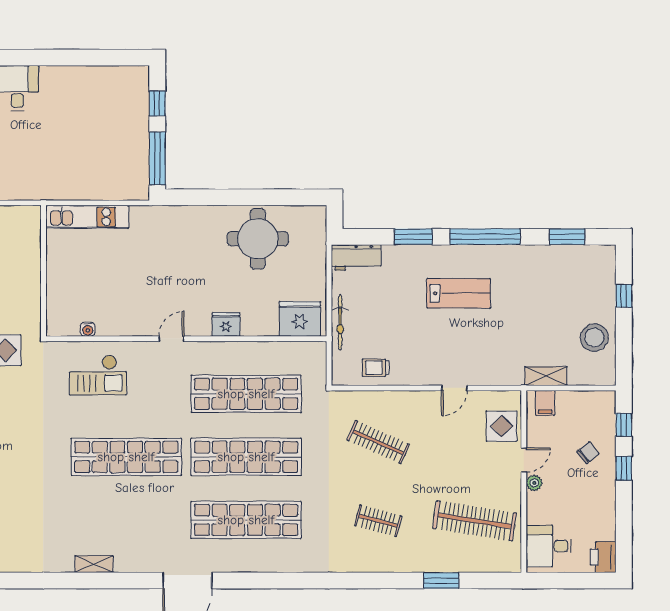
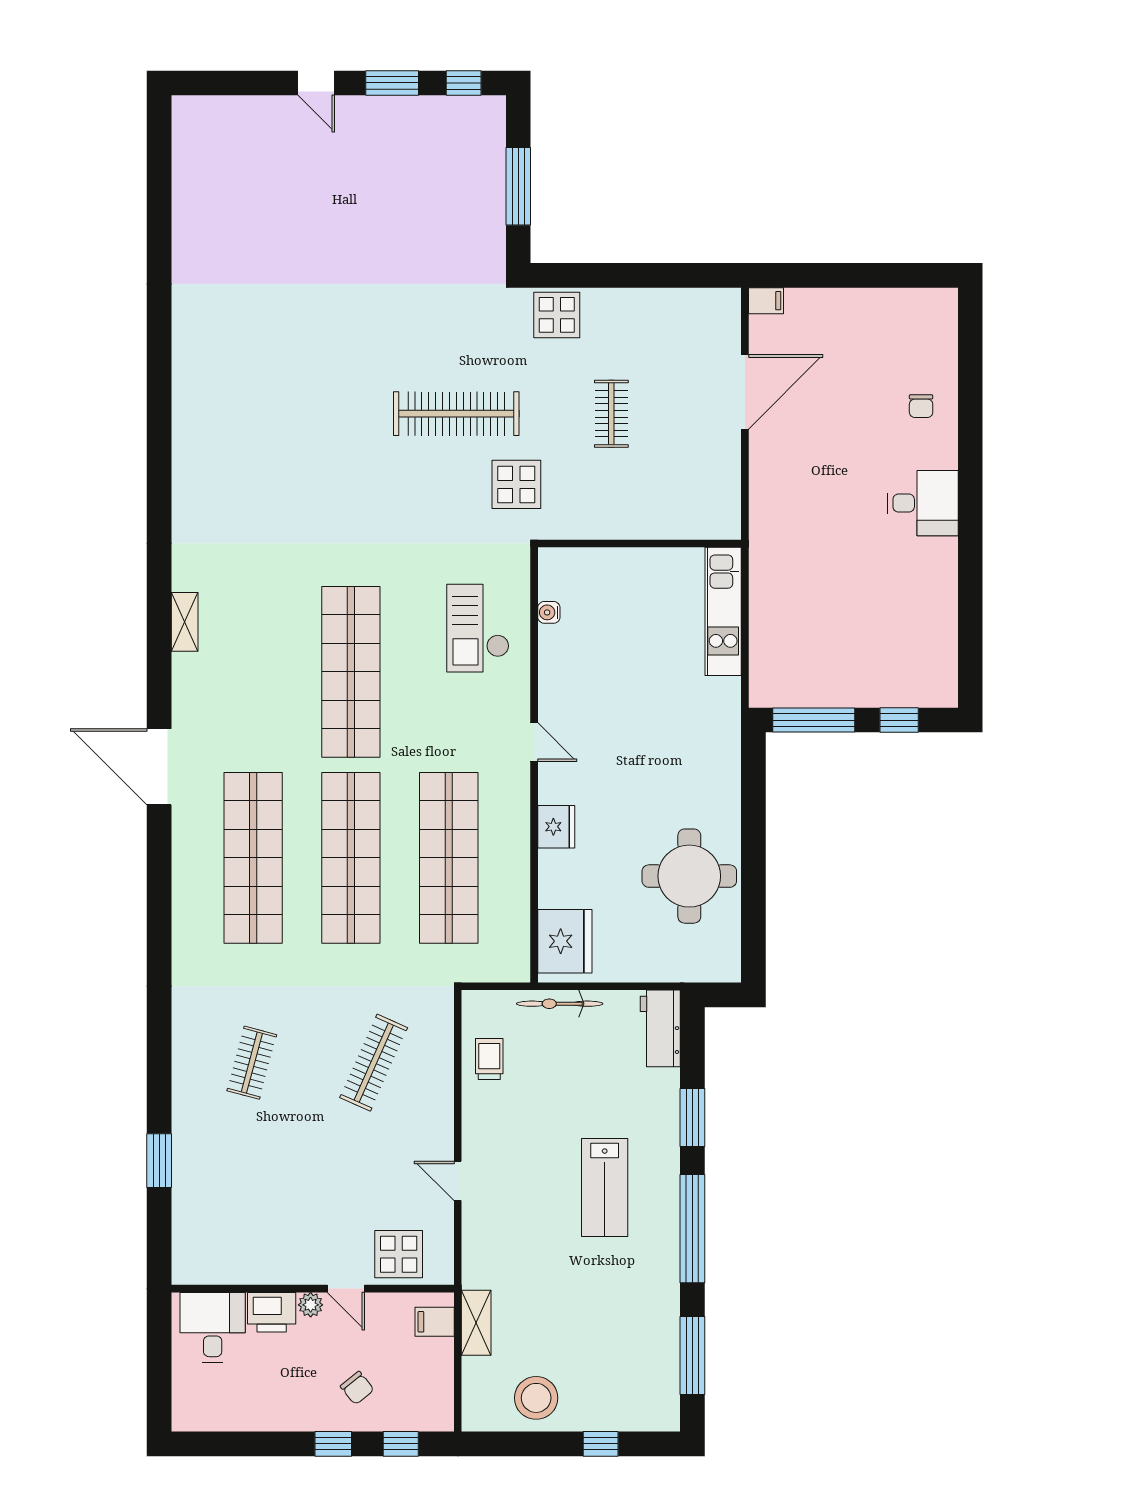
window: (567, 237) -> (692, 1356), width x1.44
clothes rail: (475, 521) -> (252, 1212), removed
printer: (603, 557) -> (272, 1312), moved, turned 180

